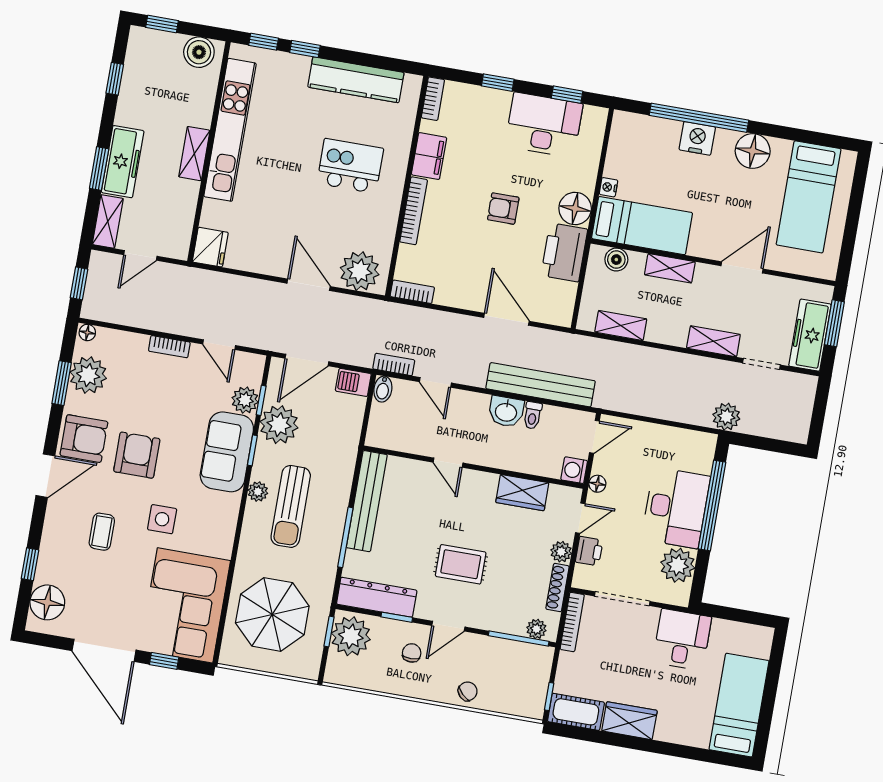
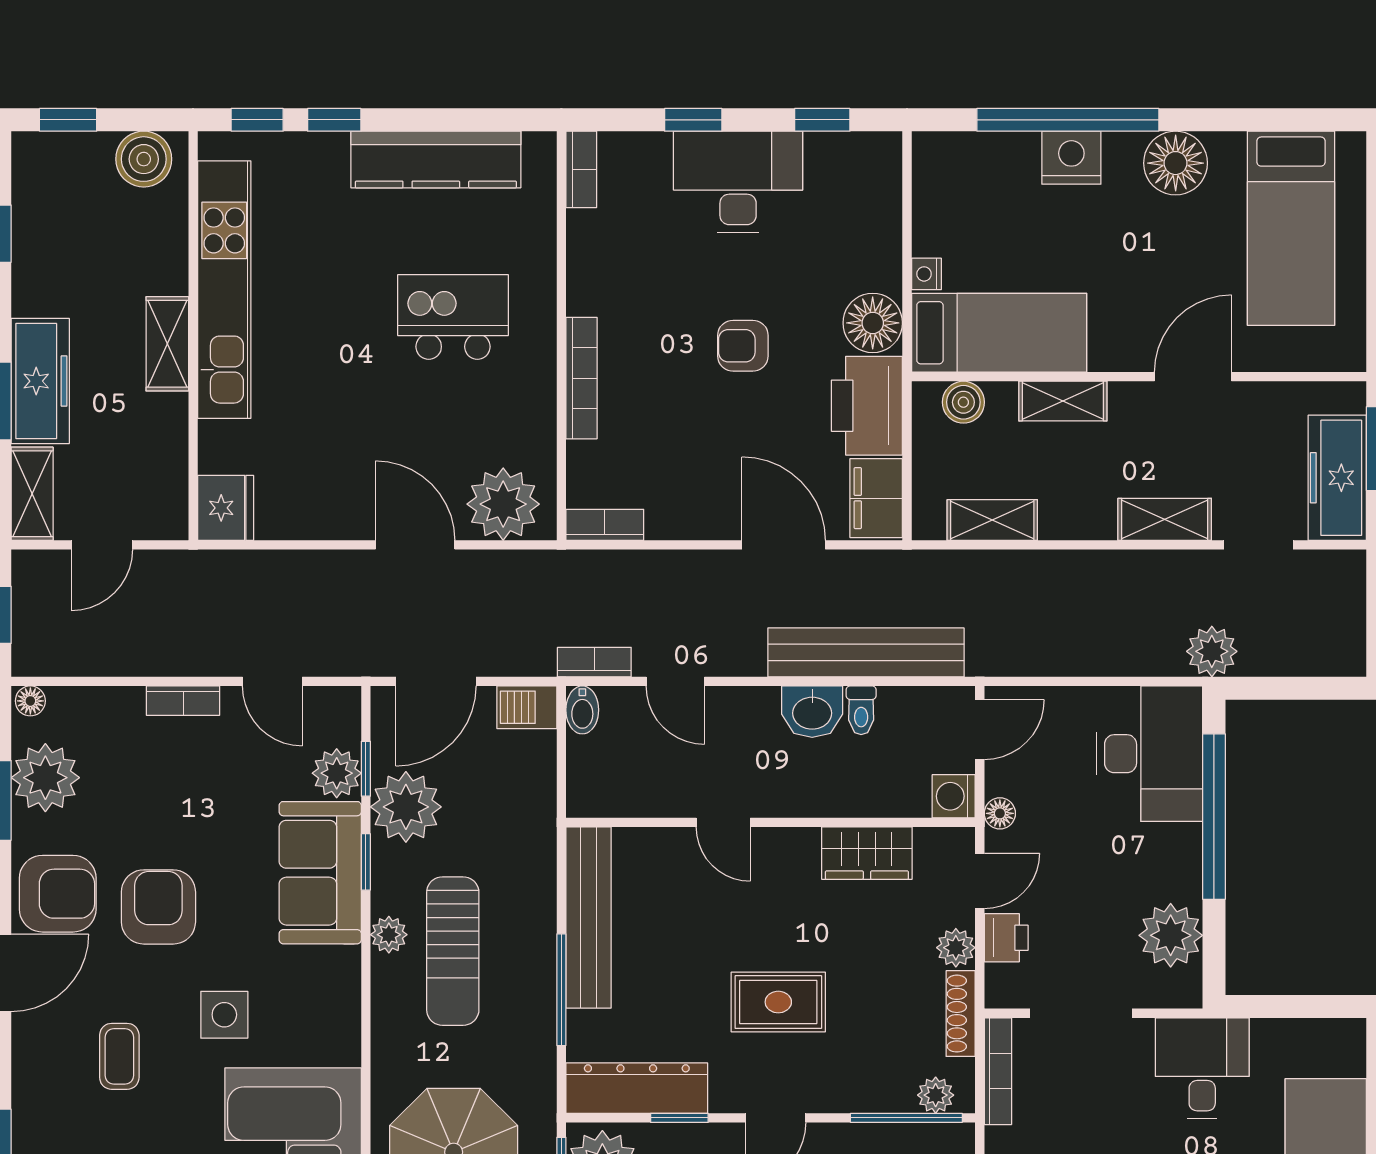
desk: (544, 125) -> (738, 182), moved
filing cabinet: (429, 156) -> (876, 498), moved, turned 180
desk: (676, 508) -> (1149, 754), moved

